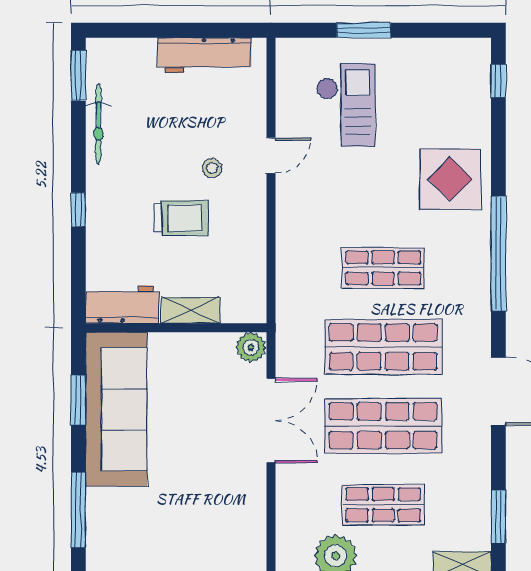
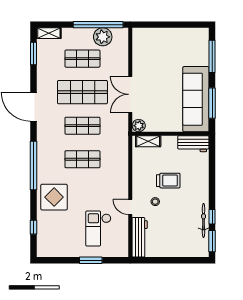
workbench: (204, 55) -> (140, 237), moved, turned 90
window: (498, 81) -> (33, 227), moved
door: (271, 156) -> (130, 207), hinge flipped
window: (78, 210) -> (212, 217), moved
trolley: (181, 218) -> (168, 181), turned 180
shelving: (191, 310) -> (148, 141), moved
shop shelf: (383, 347) -> (82, 126), width x0.70, depth x0.74
window: (78, 400) -> (212, 103), width x1.44

